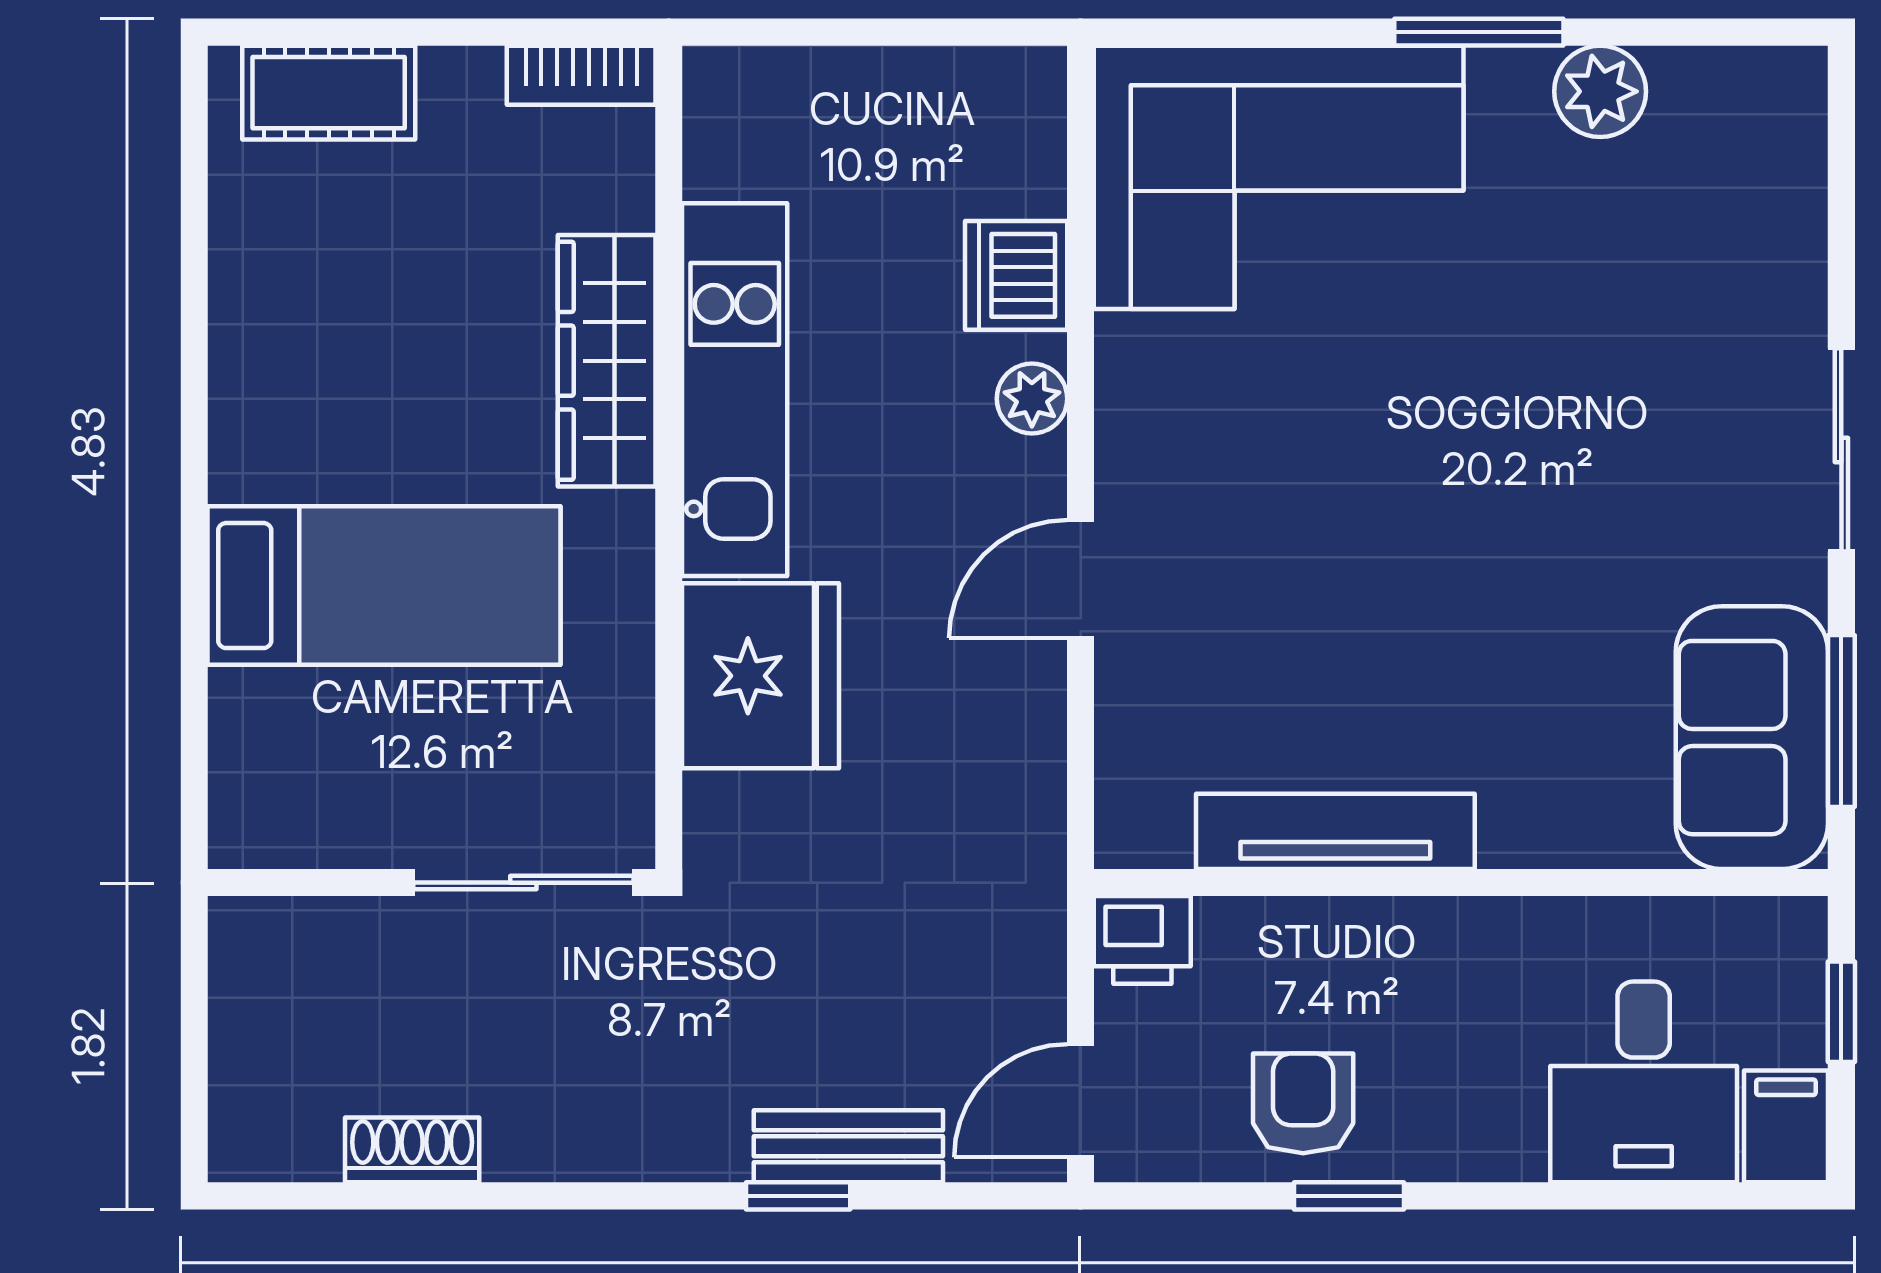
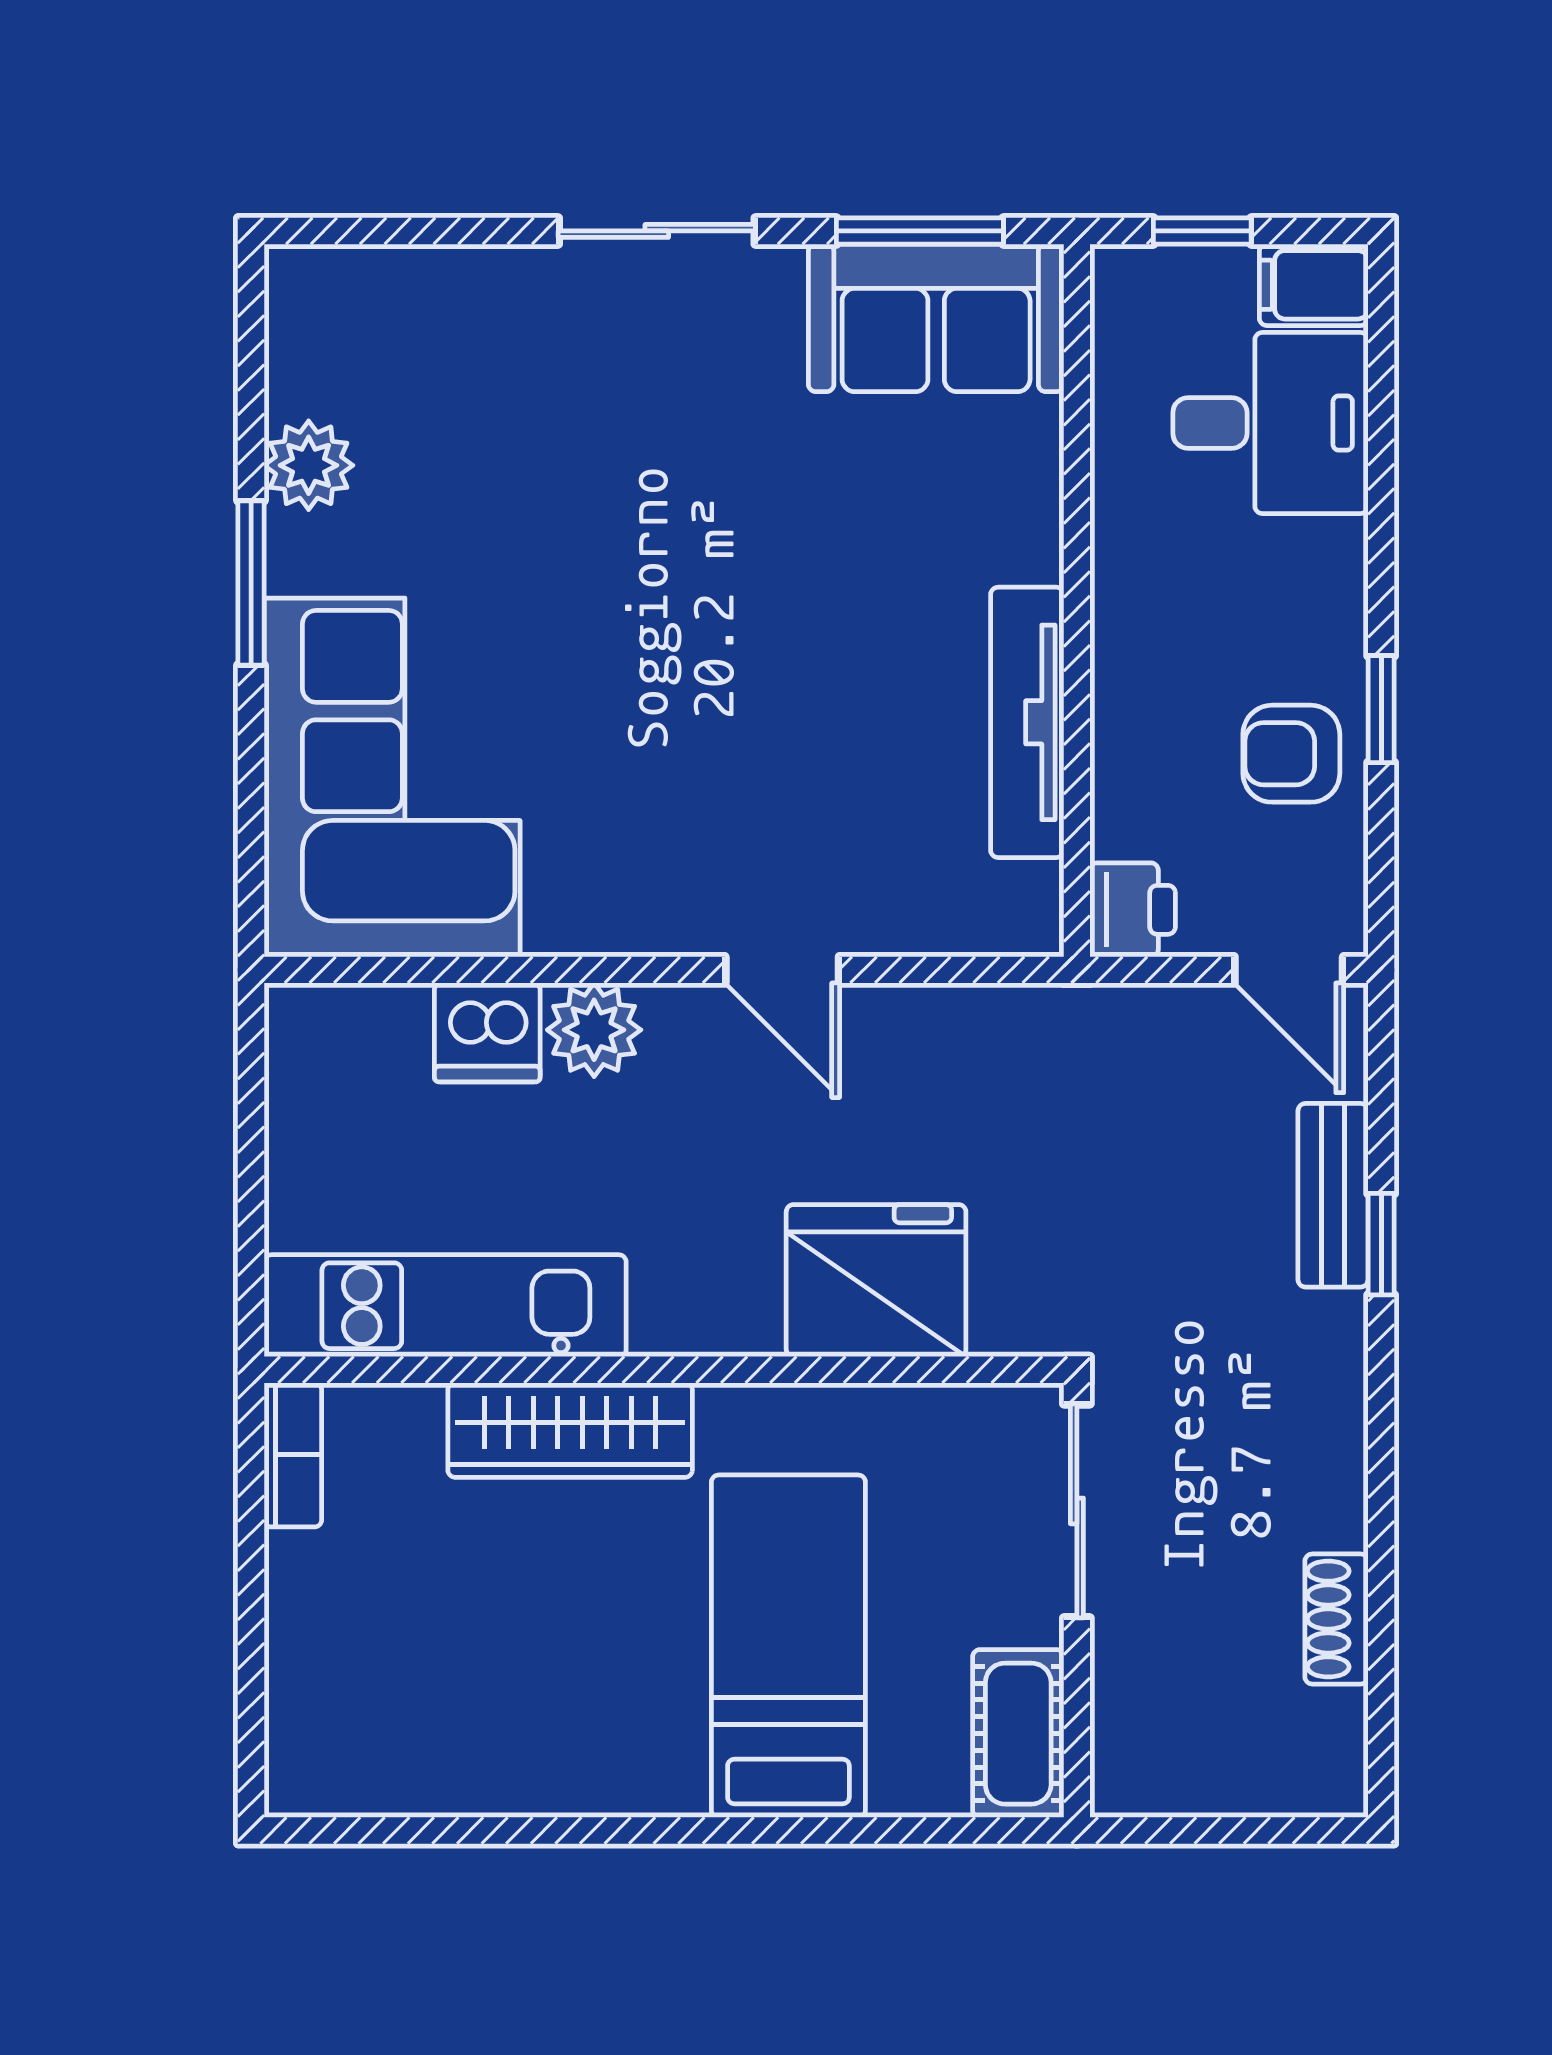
cot: (329, 93) -> (1018, 1734), moved
kitchen unit: (735, 390) -> (445, 1306), moved
plant: (1032, 399) -> (594, 1030), width x1.38, depth x1.38

